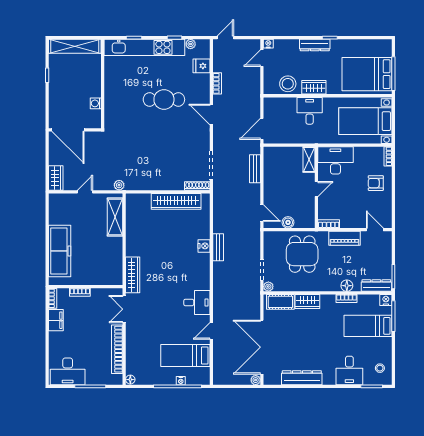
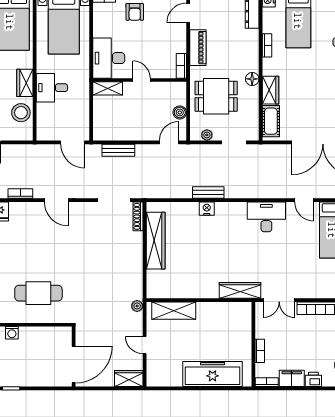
cafe table: (164, 99) -> (38, 293), moved, turned 90
washing machine: (96, 103) -> (12, 333), moved
door: (211, 115) -> (56, 200), hinge flipped
floor lamp: (347, 286) -> (252, 79), moved
plant: (268, 287) -> (207, 135), moved
desk: (197, 302) -> (266, 217), width x1.37
printer: (55, 339) -> (313, 379), added

